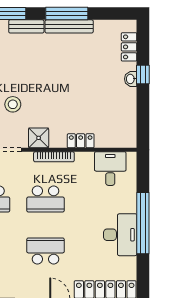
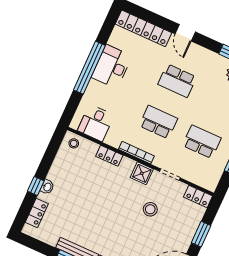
stool: (124, 137) -> (74, 143), added

